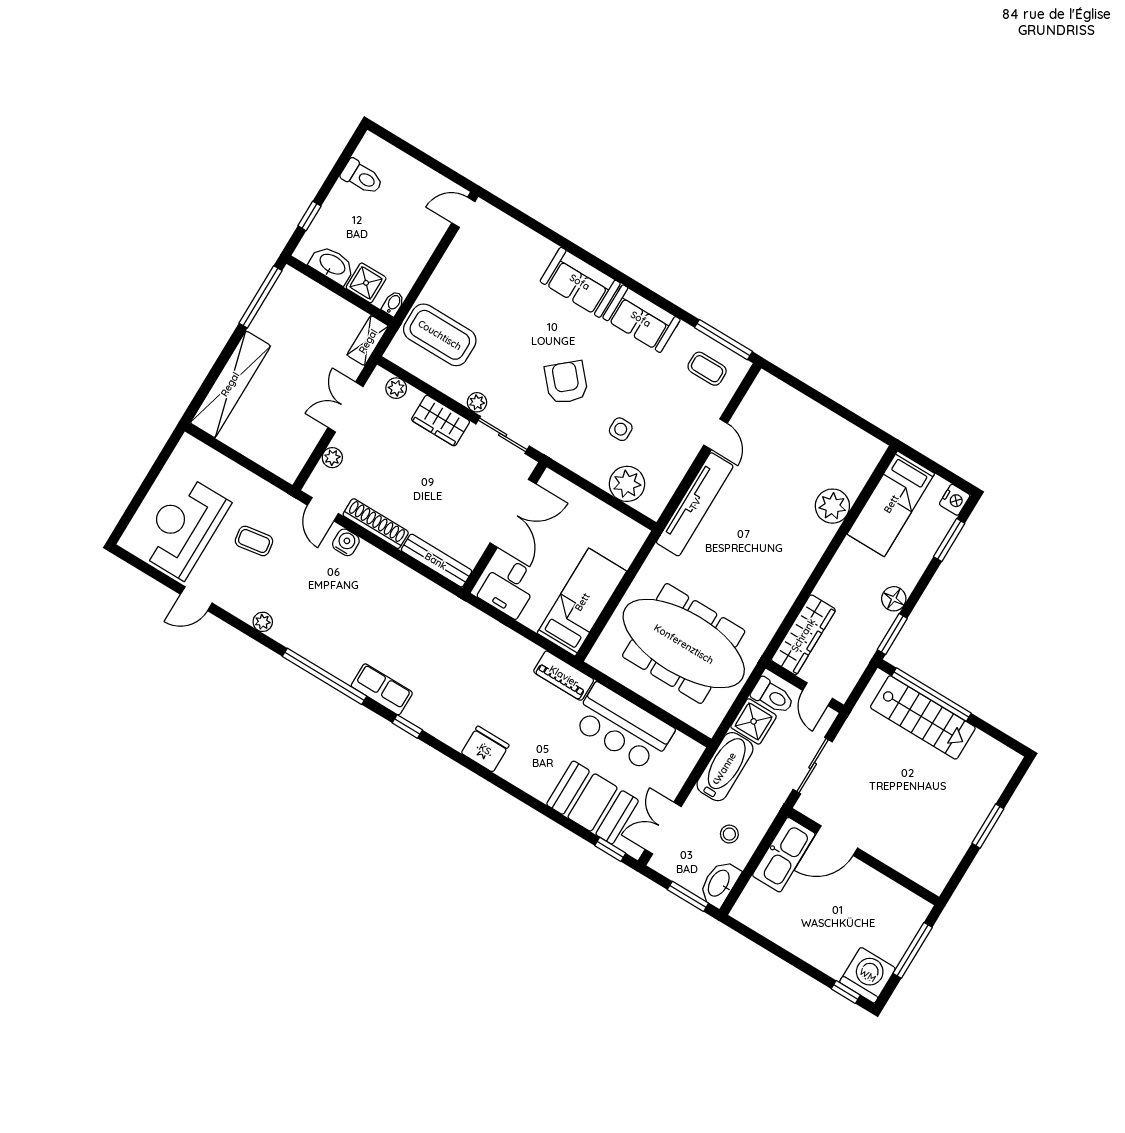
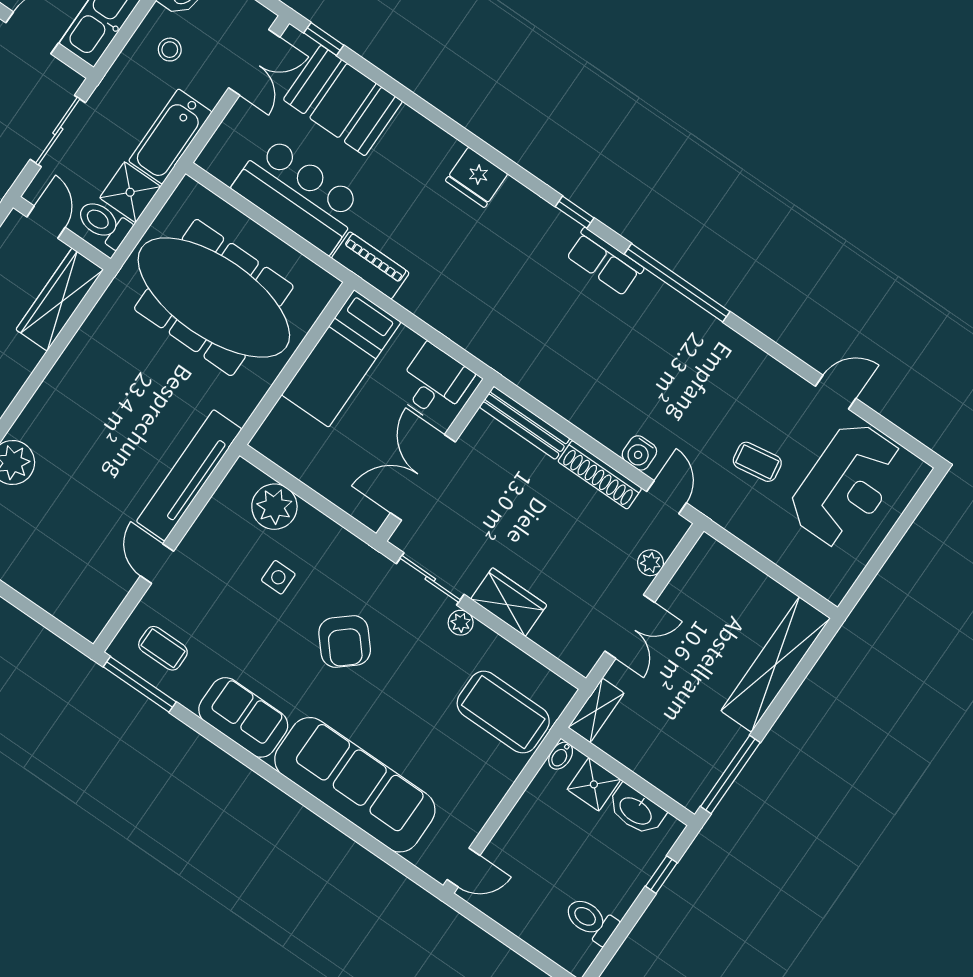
sofa: (580, 282) -> (355, 785), width x1.85, depth x1.27
plant: (396, 388) -> (563, 647), removed
plant: (263, 622) -> (752, 357), removed

